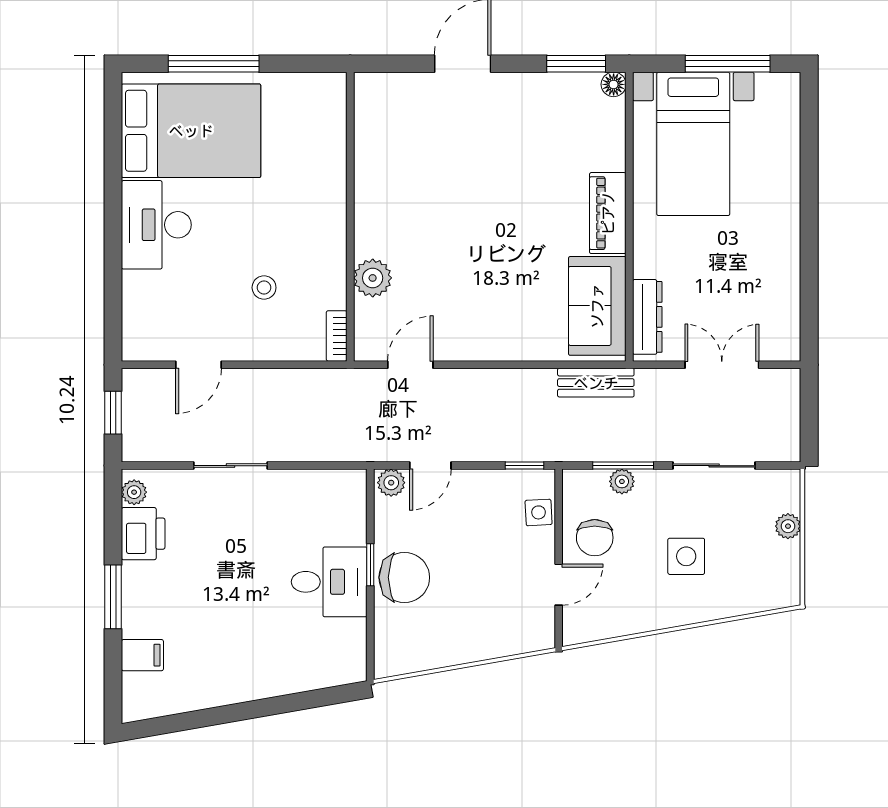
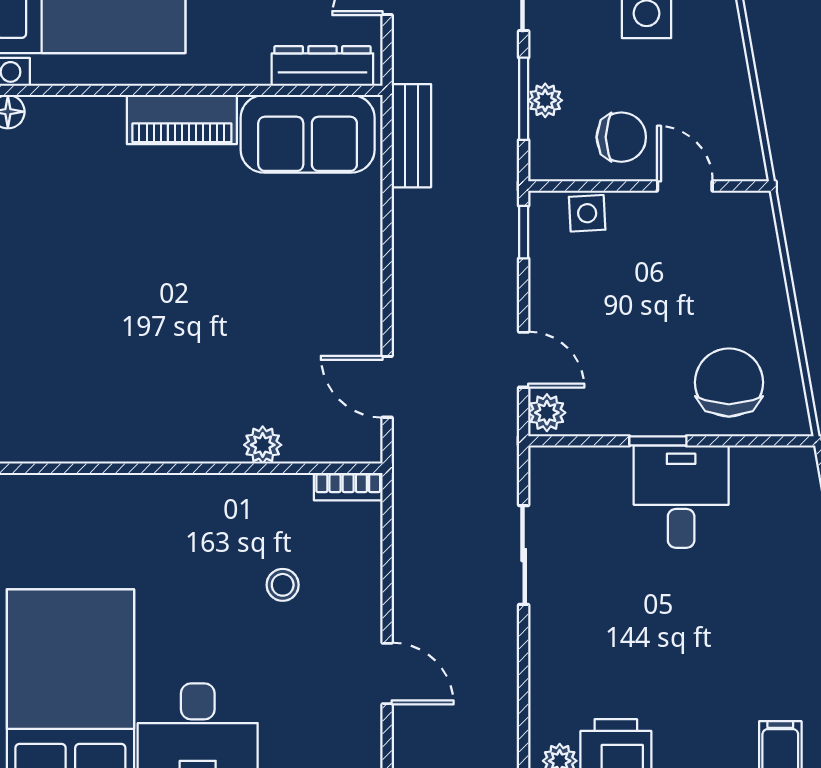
plant: (373, 278) -> (263, 445), width x0.73, depth x0.73
sliding door: (231, 466) -> (524, 555), moved
chair: (404, 577) -> (729, 382), moved

